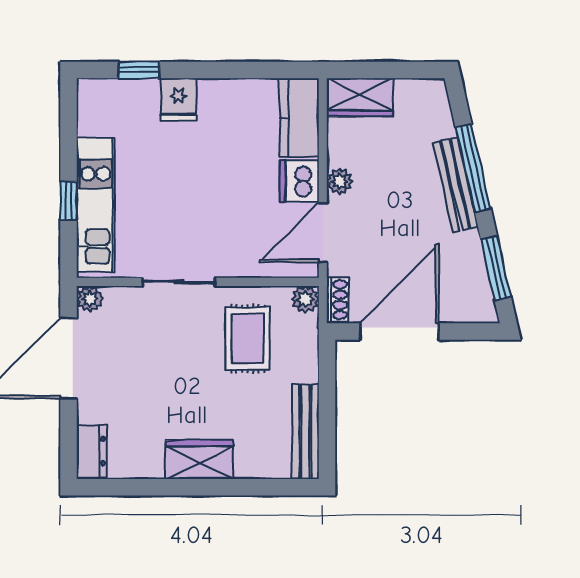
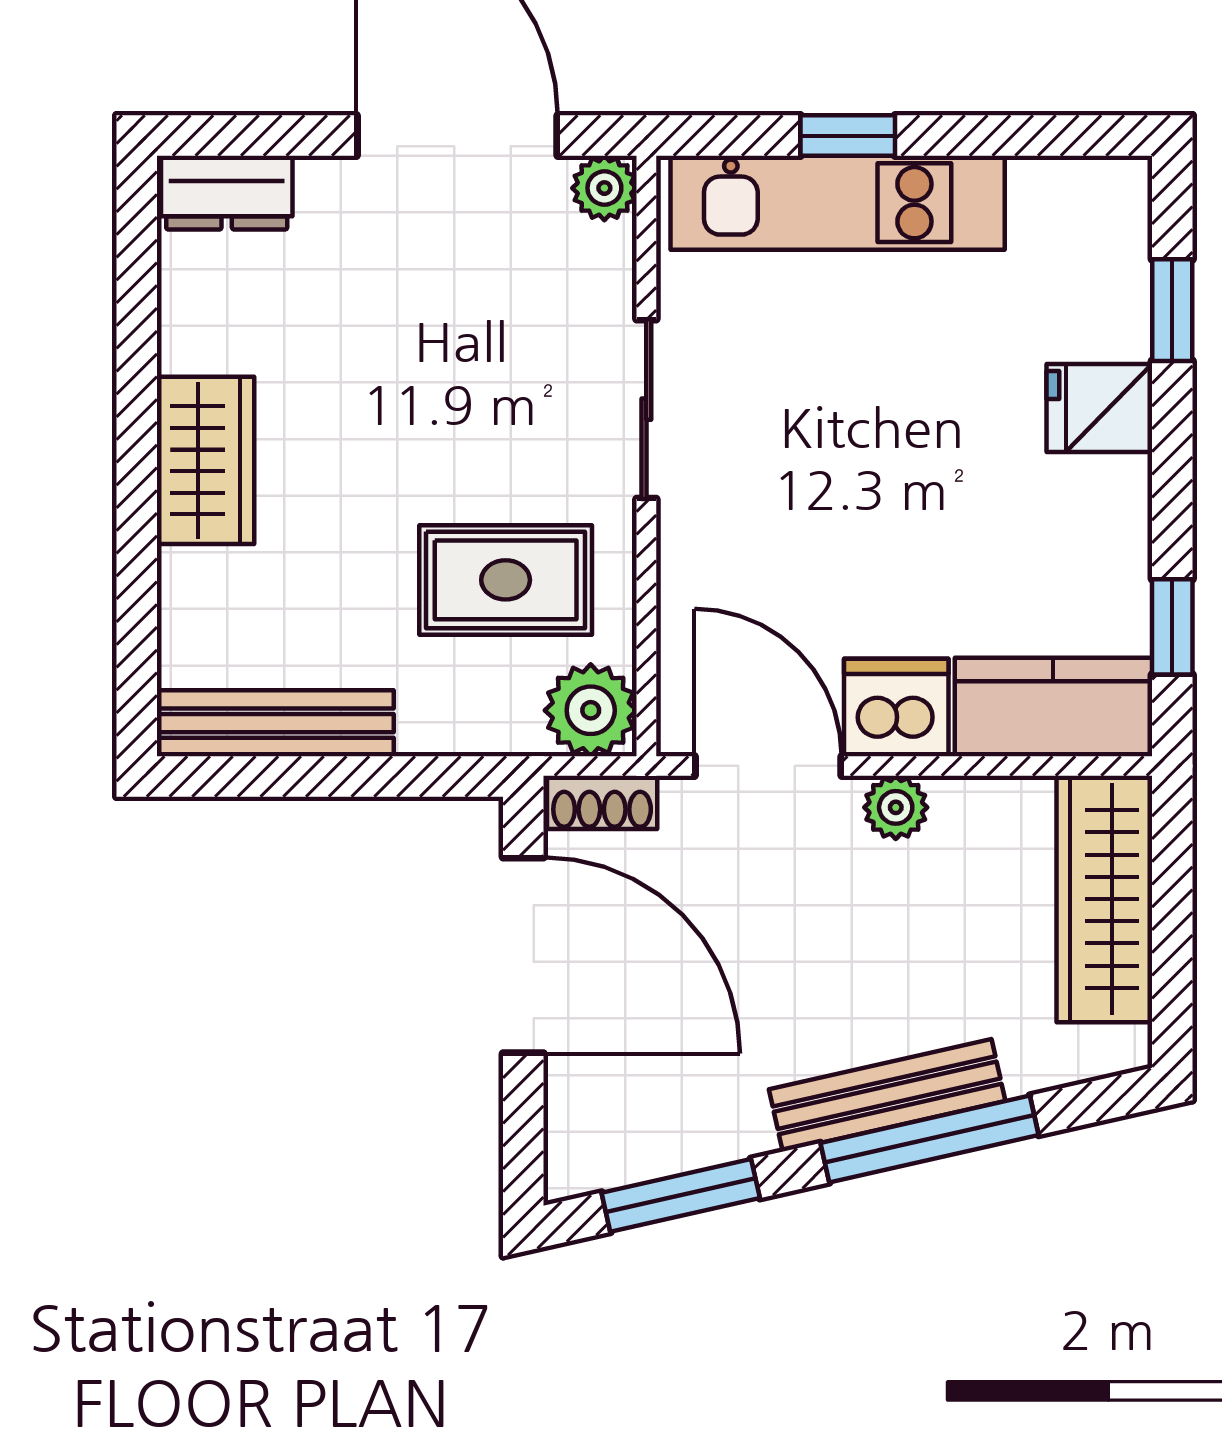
window: (267, 70) -> (1172, 627), added
wardrobe: (360, 97) -> (1104, 899), width x1.50
plant: (305, 299) -> (591, 710), width x1.38, depth x1.38

